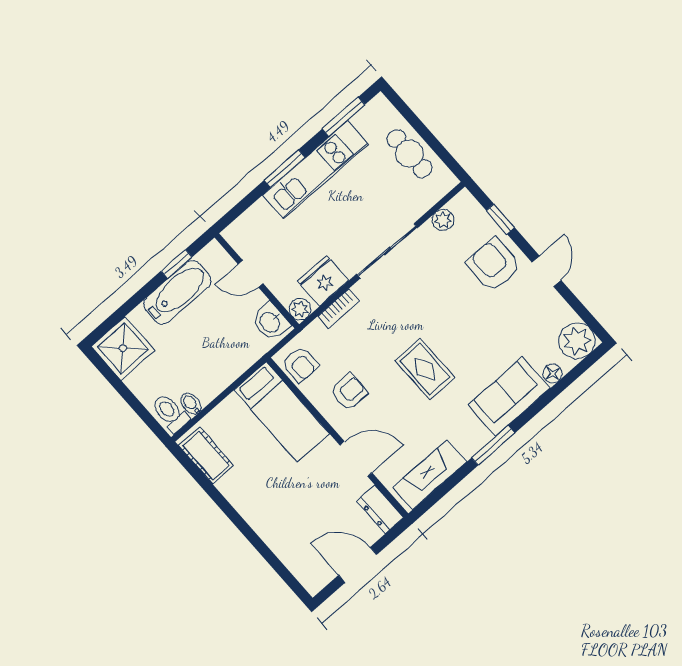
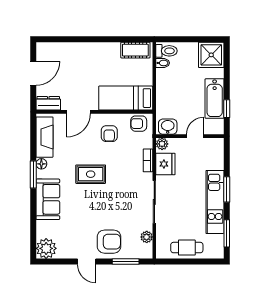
window: (501, 219) -> (126, 261), width x1.50
floor lamp: (553, 374) -> (41, 164), moved

